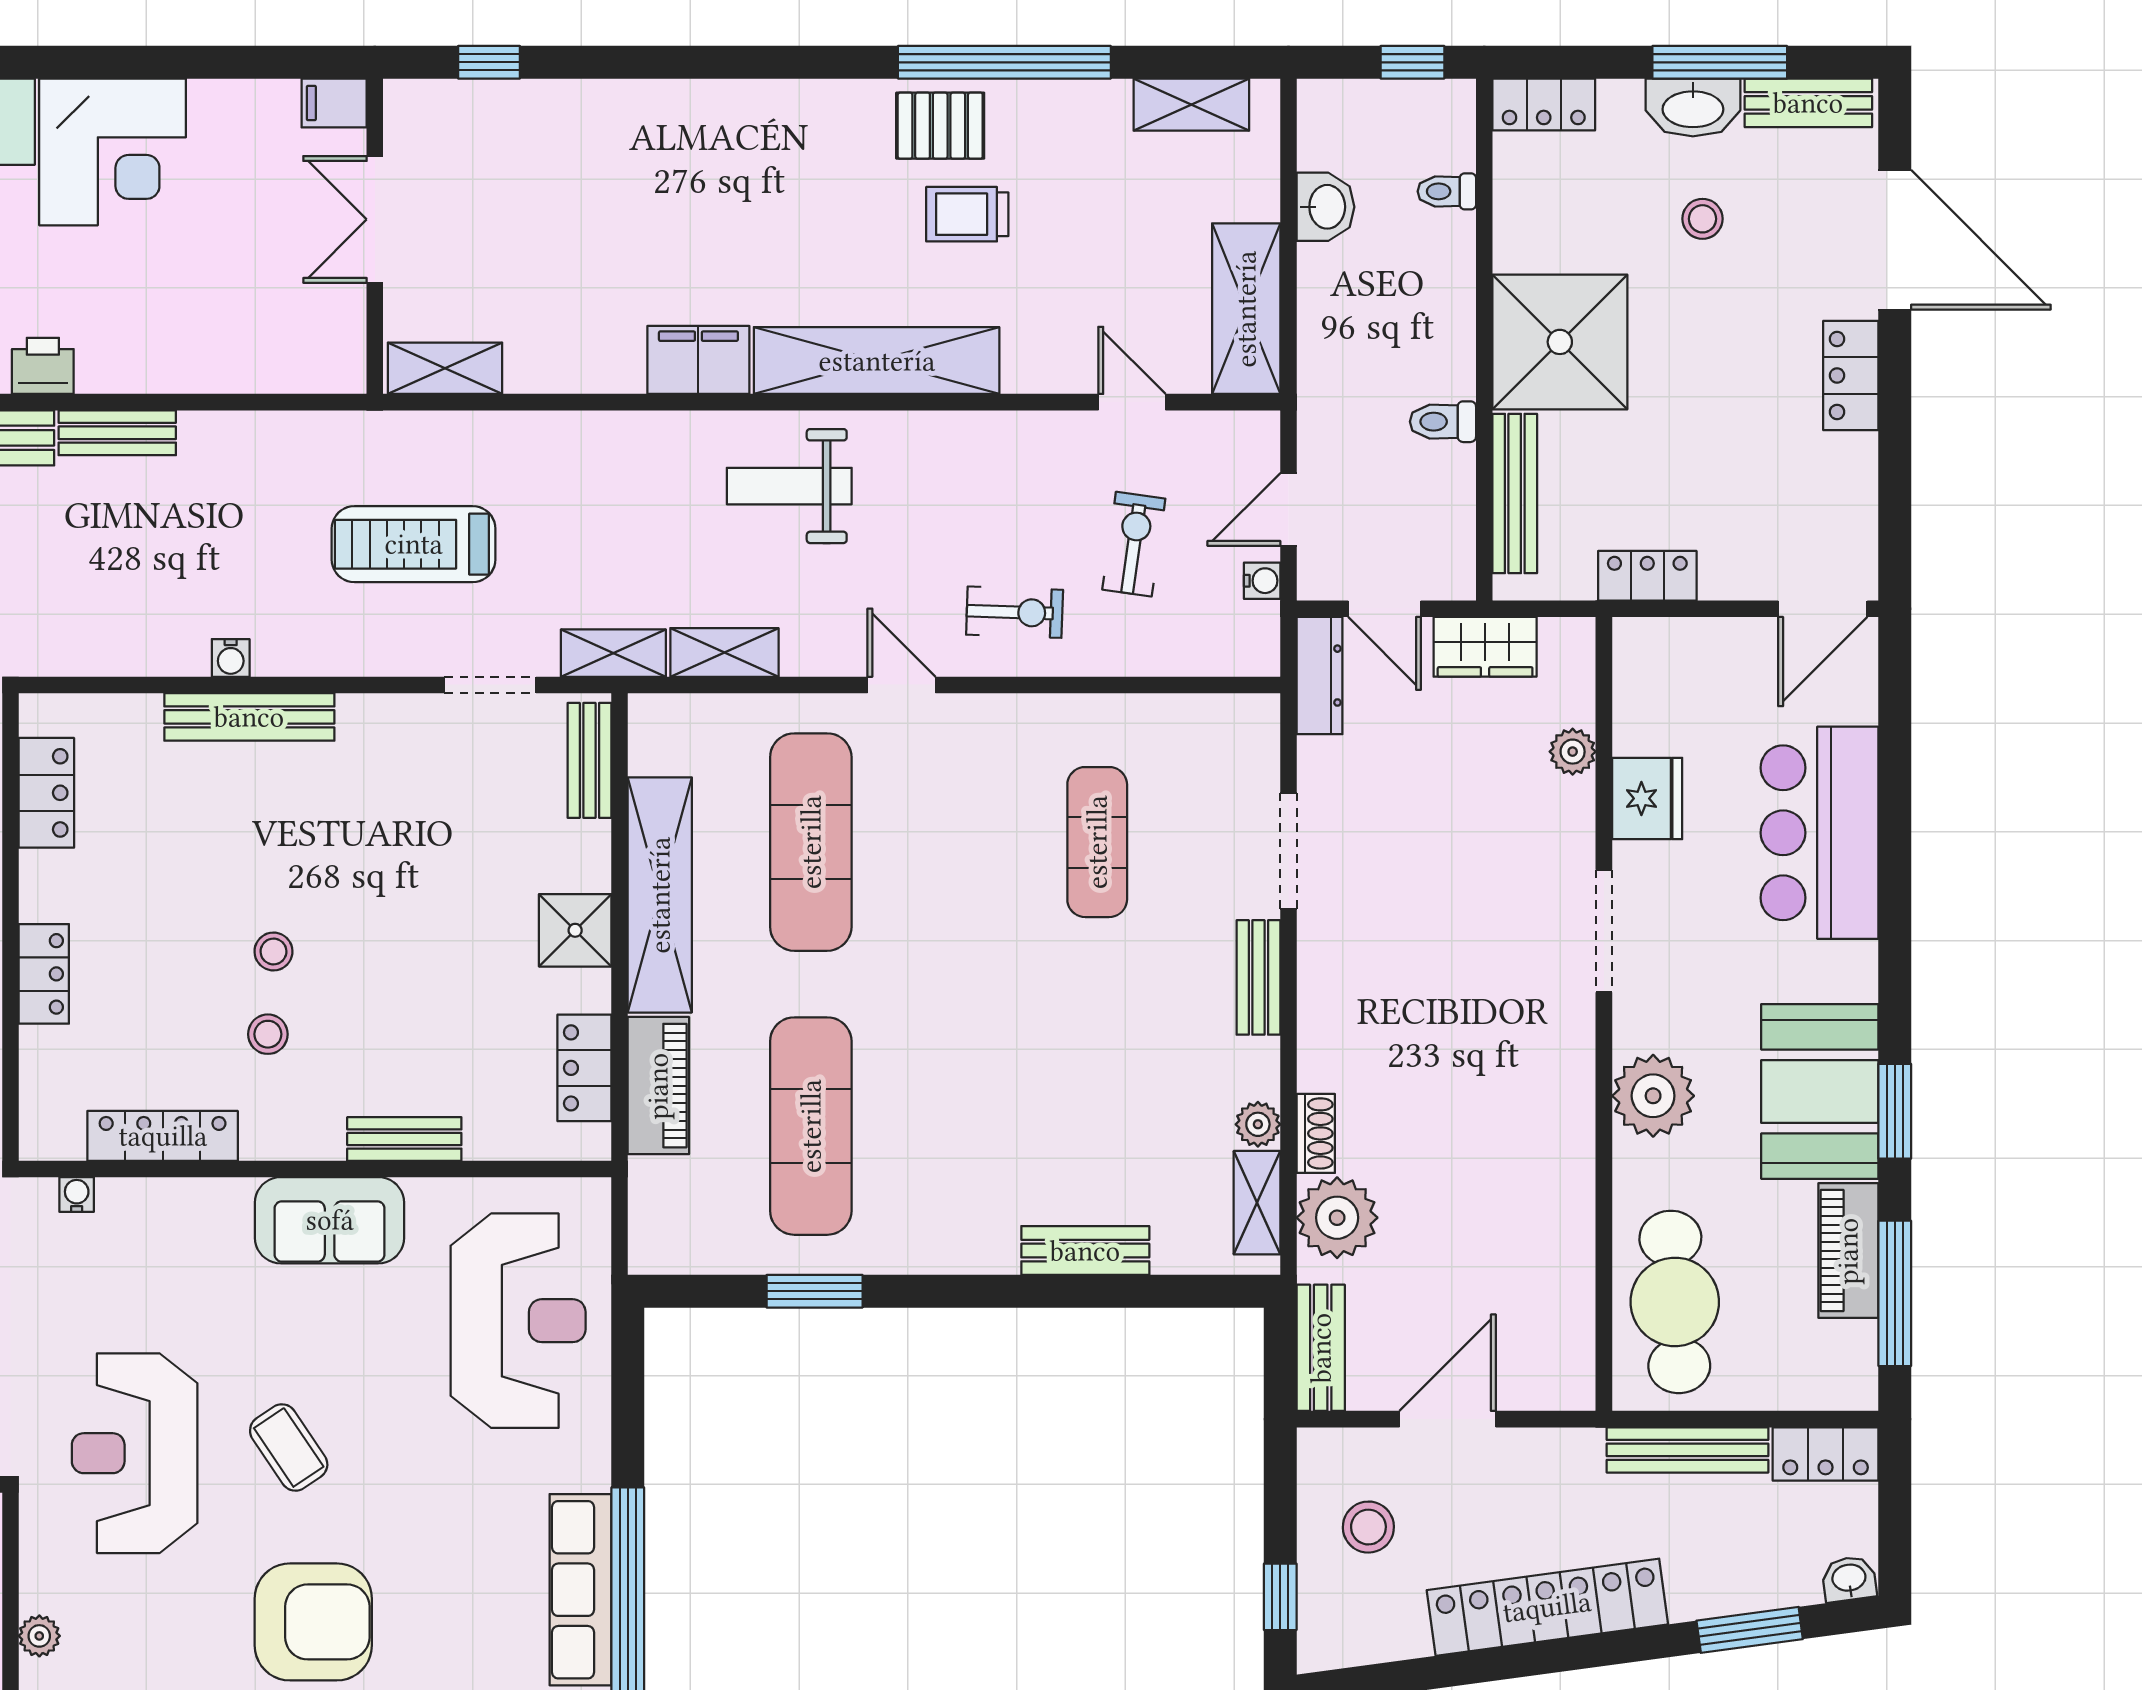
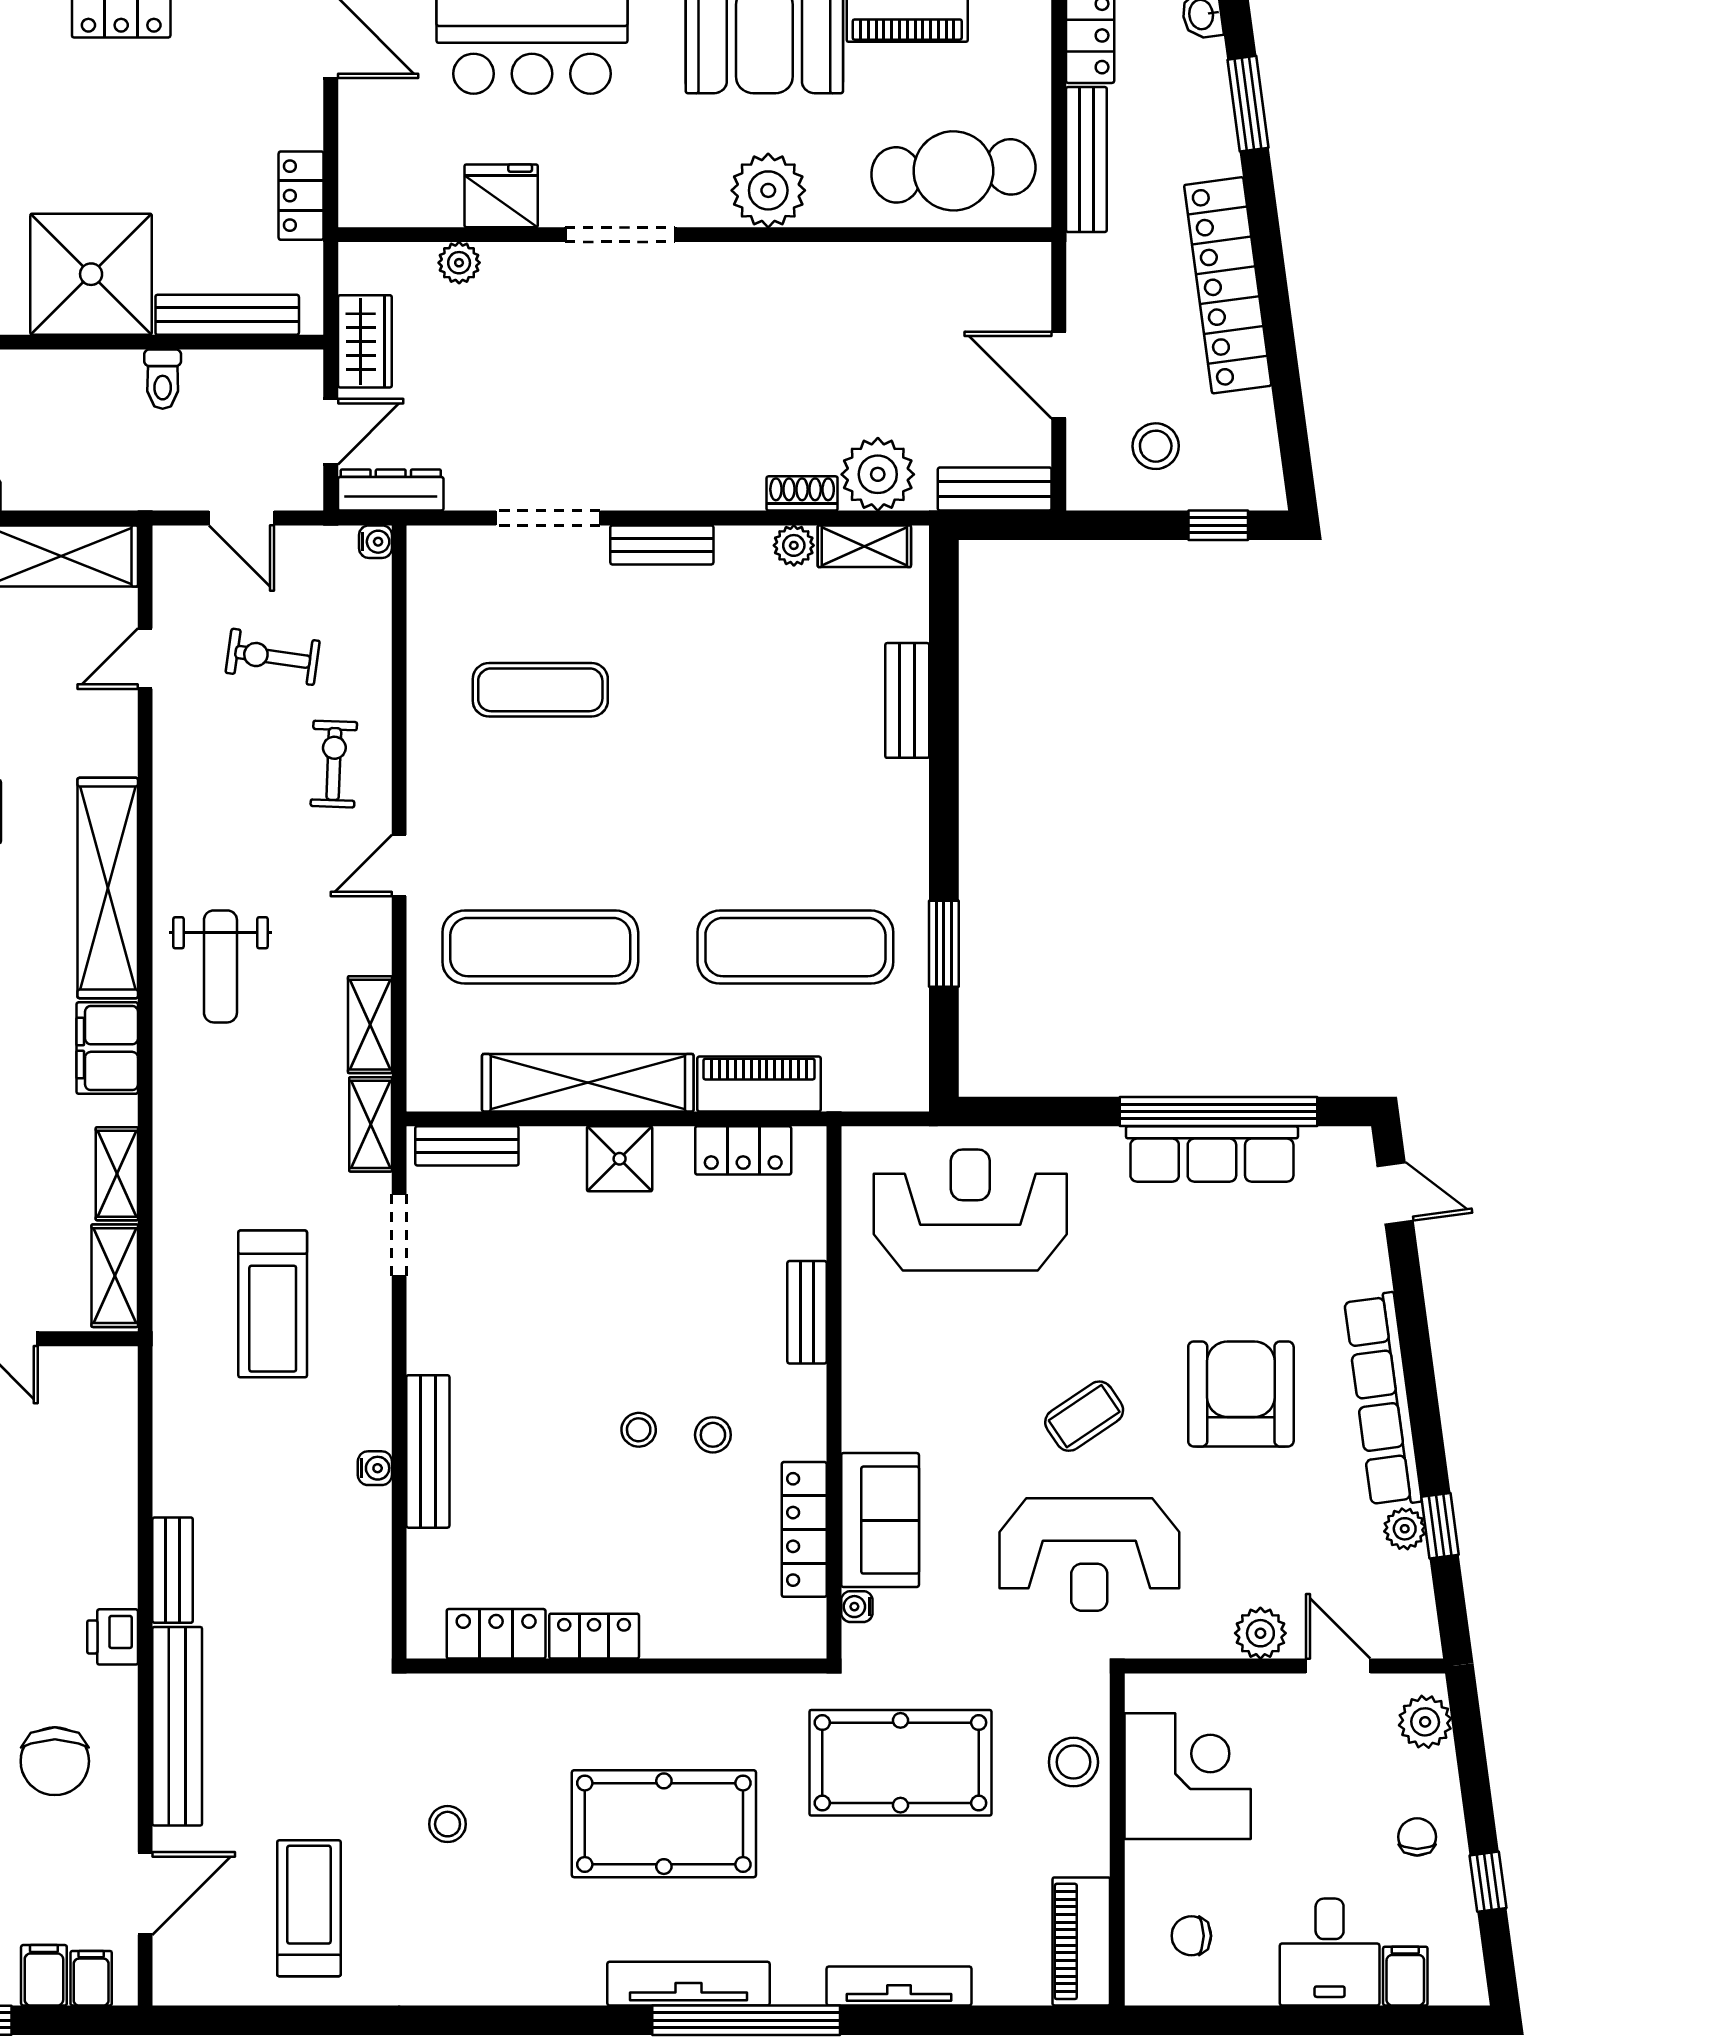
shelving: (558, 371) -> (117, 1174), added
water cooler: (1262, 581) -> (375, 542), moved, turned 90
locker: (44, 974) -> (594, 1636), moved
sofa: (330, 1220) -> (880, 1520), moved
plant: (39, 1636) -> (1260, 1633), width x1.38, depth x1.38

